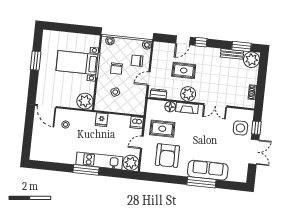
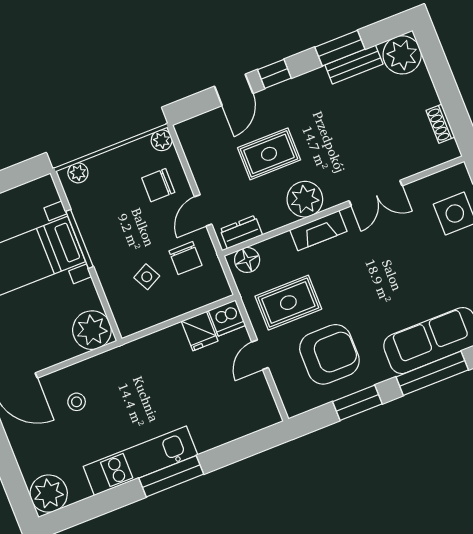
window: (241, 46) -> (340, 48), moved
chair: (116, 69) -> (185, 258), moved
floor lamp: (170, 107) -> (247, 260), moved
fridge: (102, 120) -> (200, 331), moved
armchair: (167, 156) -> (329, 354), turned -90
kitchen unit: (99, 161) -> (140, 461), moved
plant: (131, 163) -> (49, 494), moved
window: (168, 179) -> (357, 403), added

